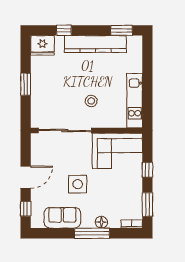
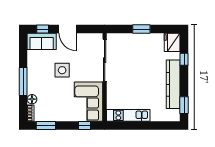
stool: (91, 101) -> (128, 81), removed
window: (147, 170) -> (84, 126), moved
sofa: (62, 218) -> (42, 41), moved, turned 90
floor lamp: (101, 222) -> (32, 99), moved

